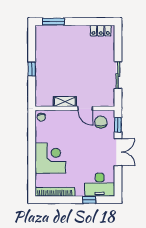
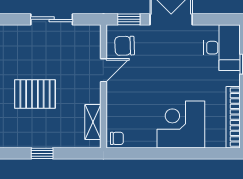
pallet: (70, 64) -> (35, 94), added
shelving: (65, 102) -> (93, 122), moved

